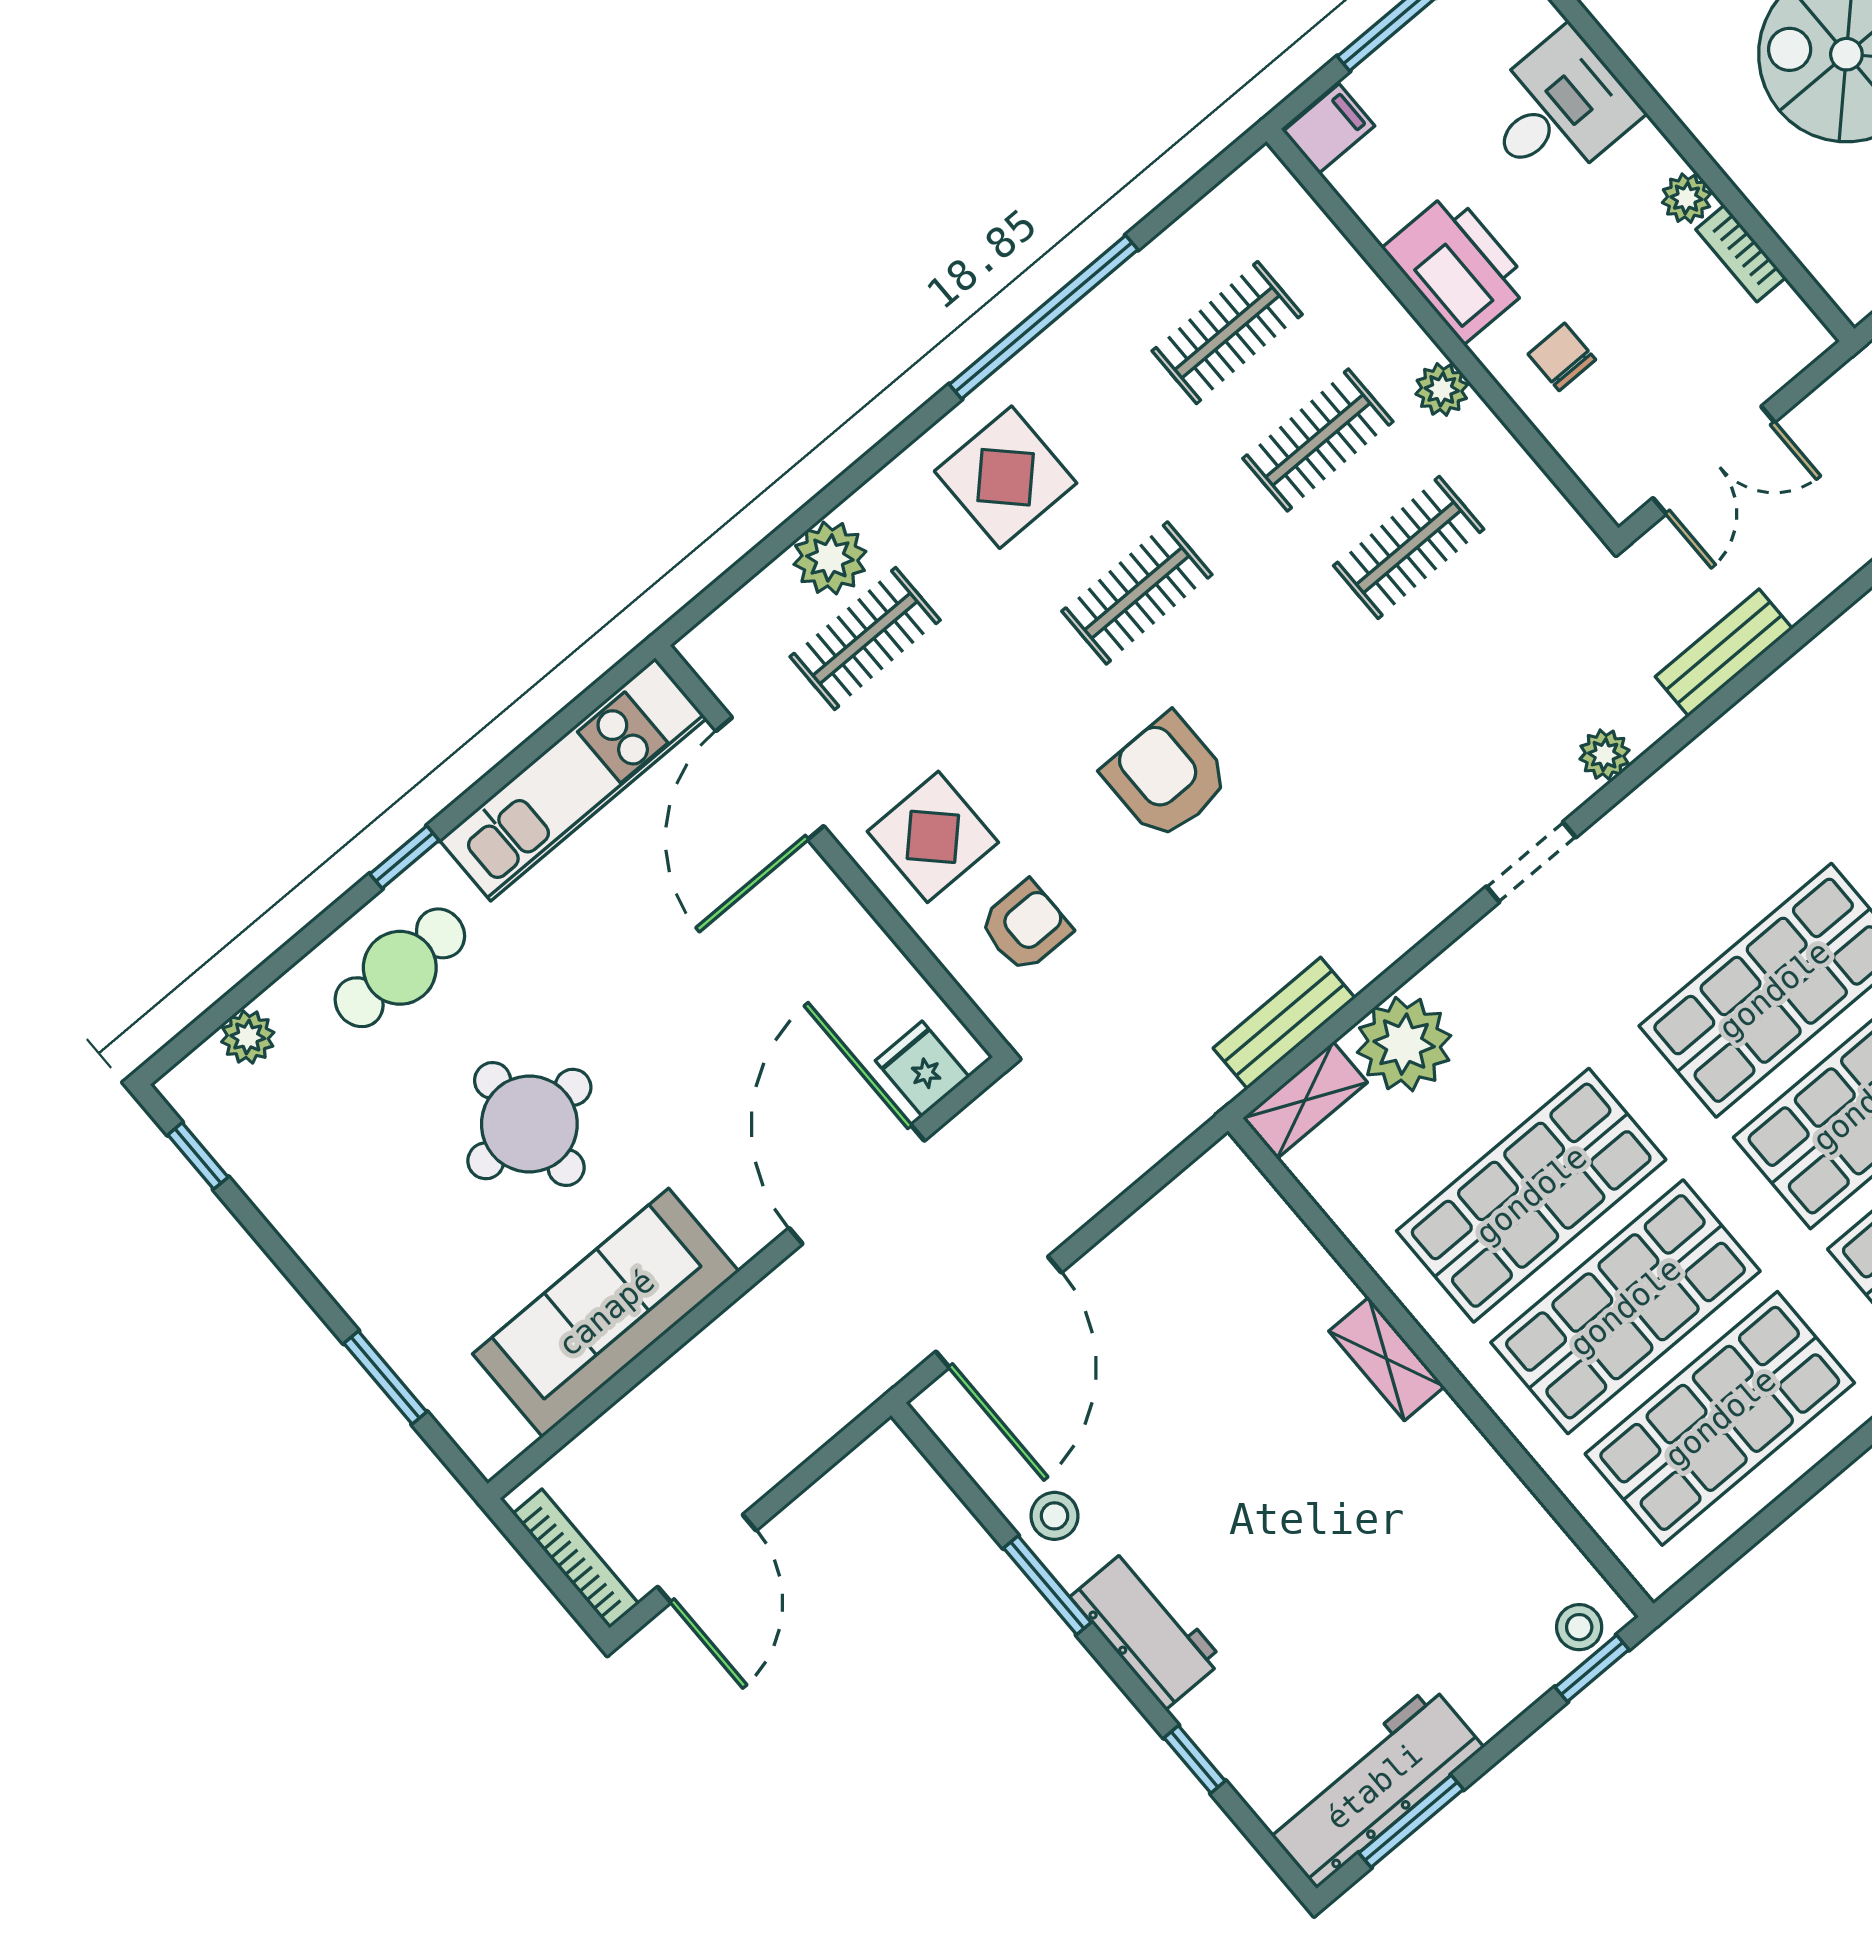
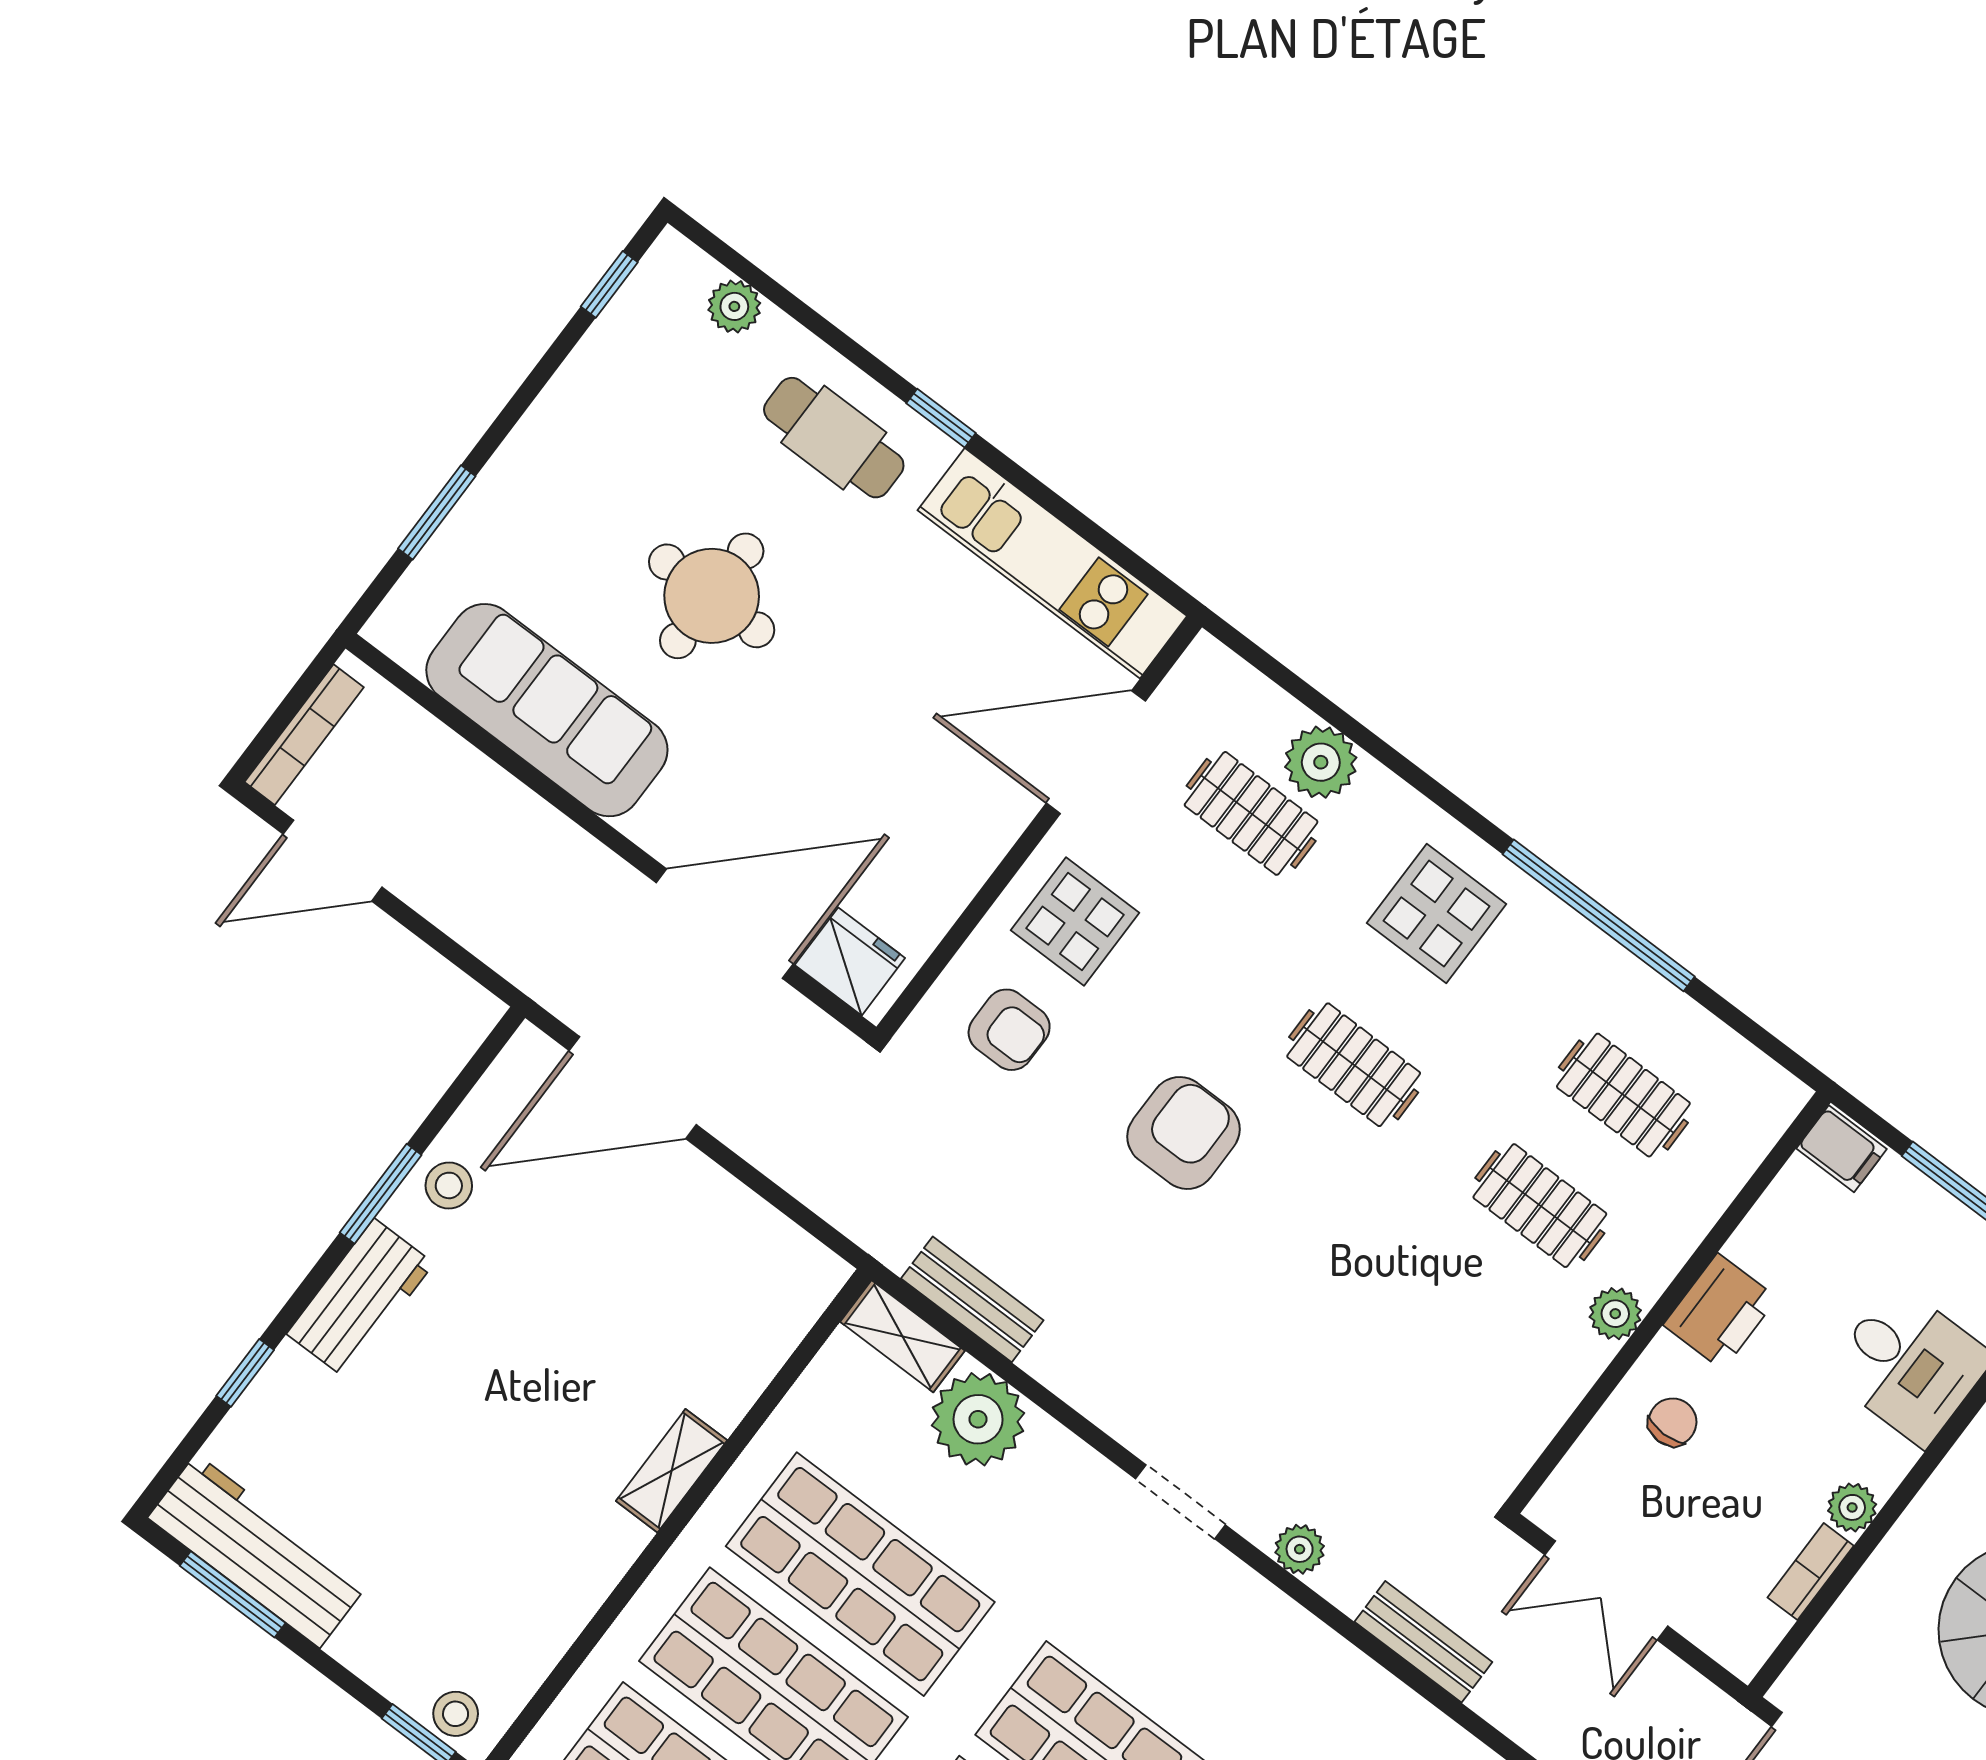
printer: (1457, 267) -> (1720, 1311), width x0.73, depth x0.84
clothes rail: (1409, 547) -> (1456, 1316), removed
fridge: (922, 1069) -> (850, 961), width x1.38

